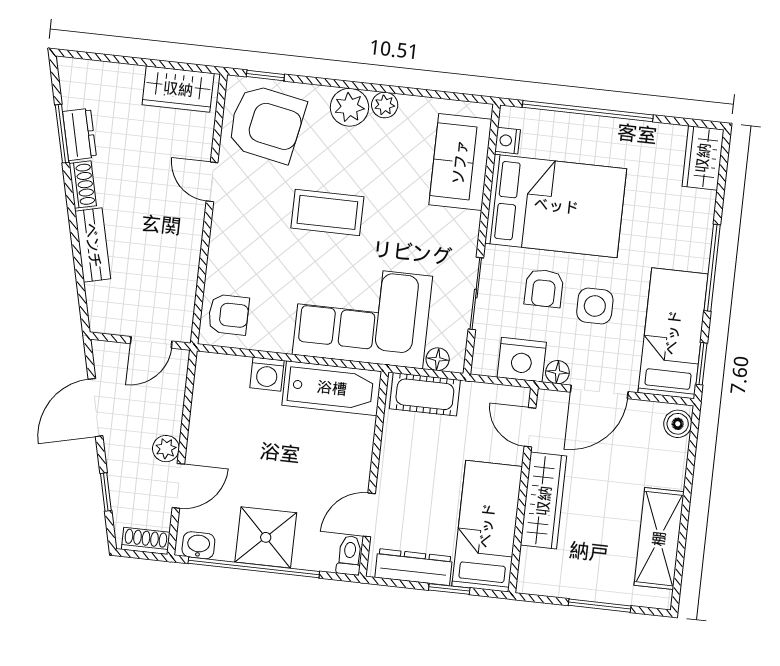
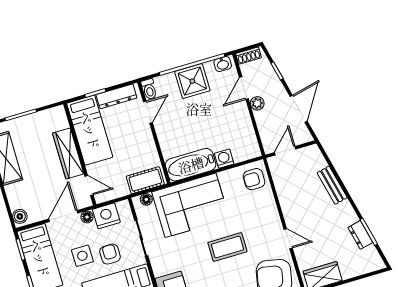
shoe rack: (83, 185) -> (349, 212), removed

